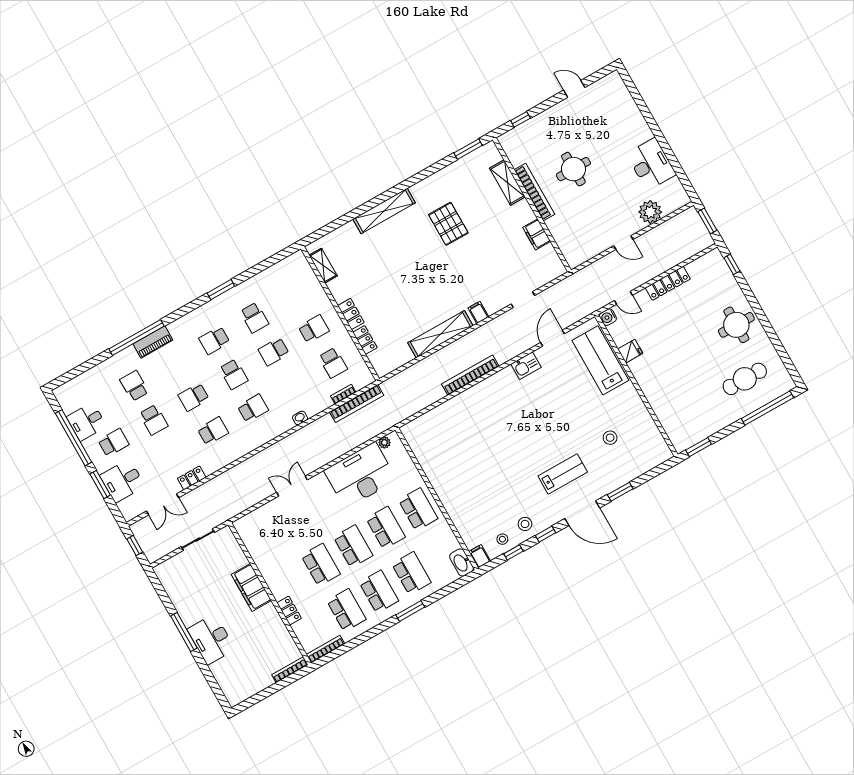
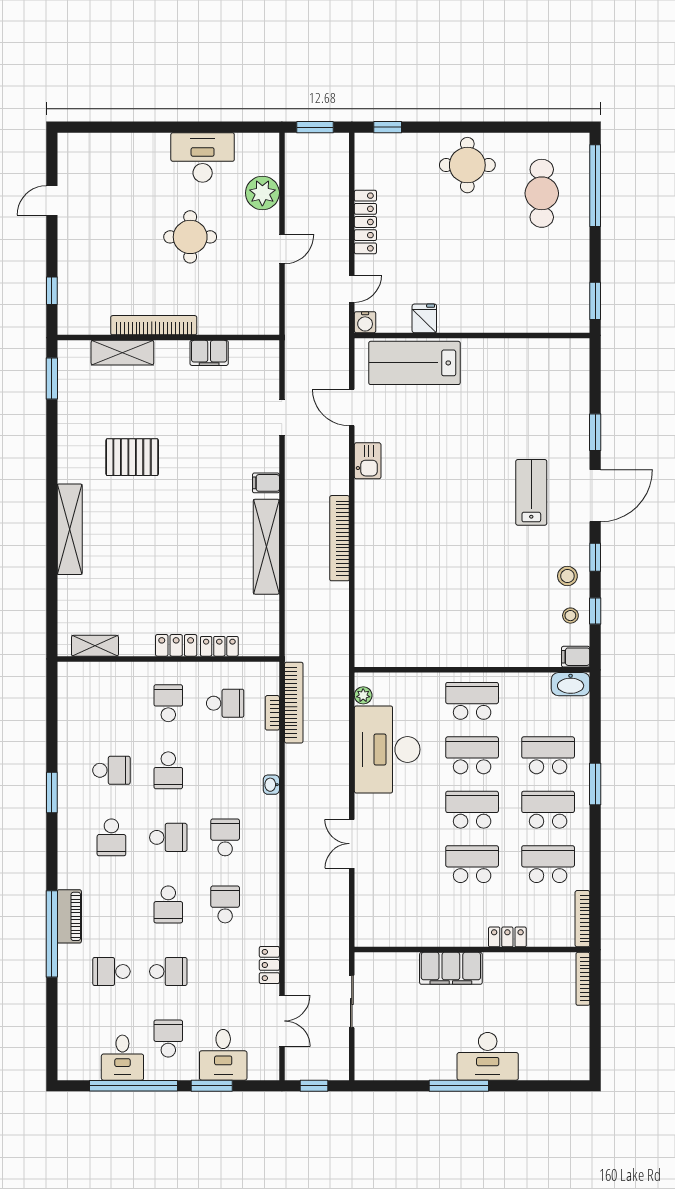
round table: (573, 169) -> (190, 237), moved
stool: (610, 438) -> (519, 406), removed

